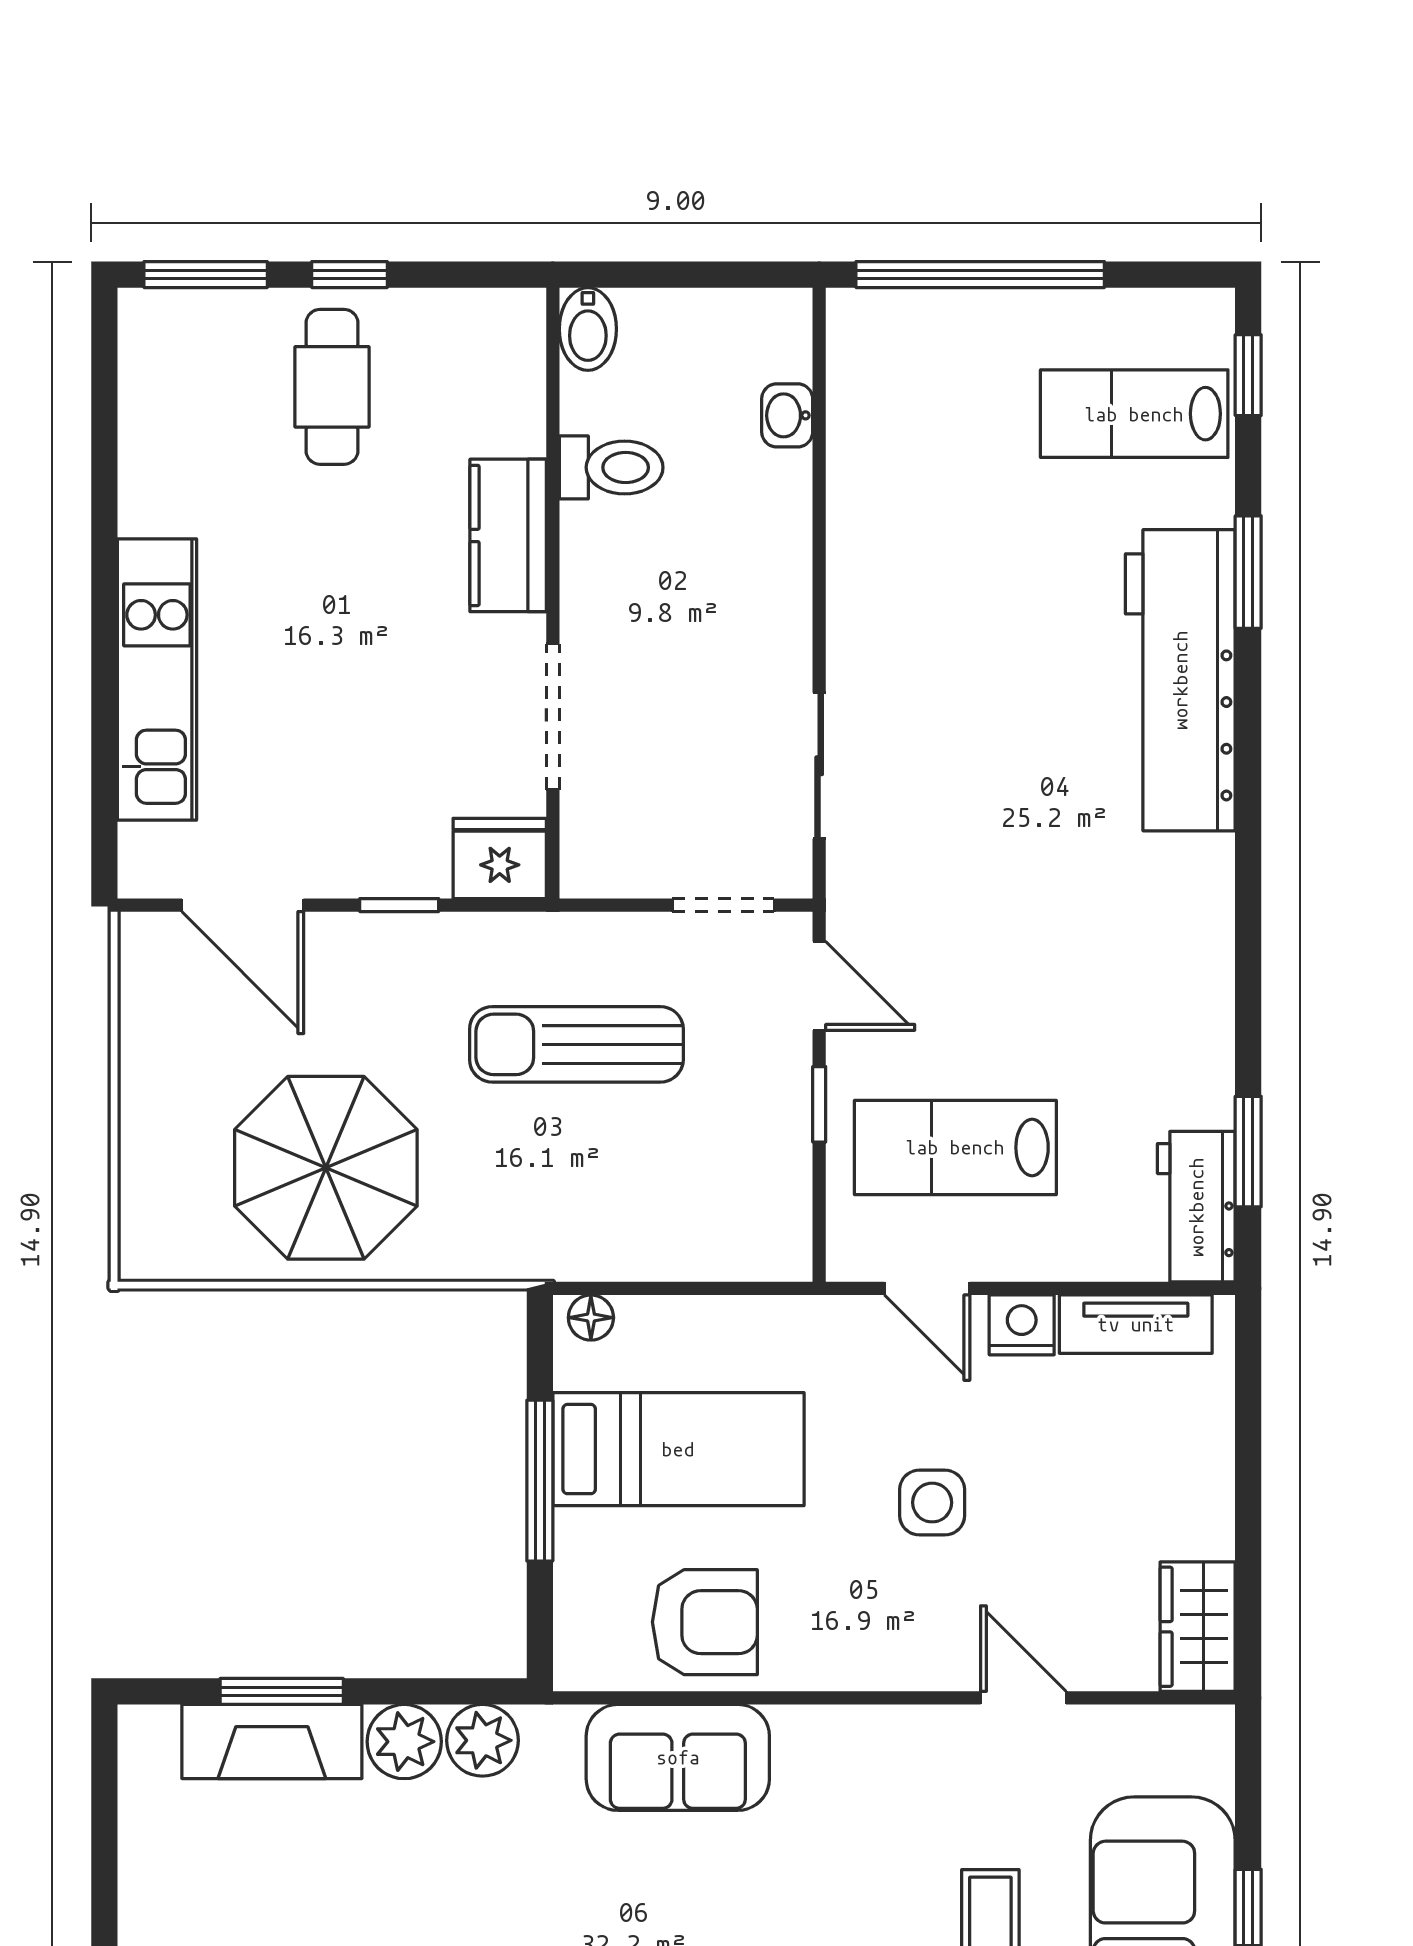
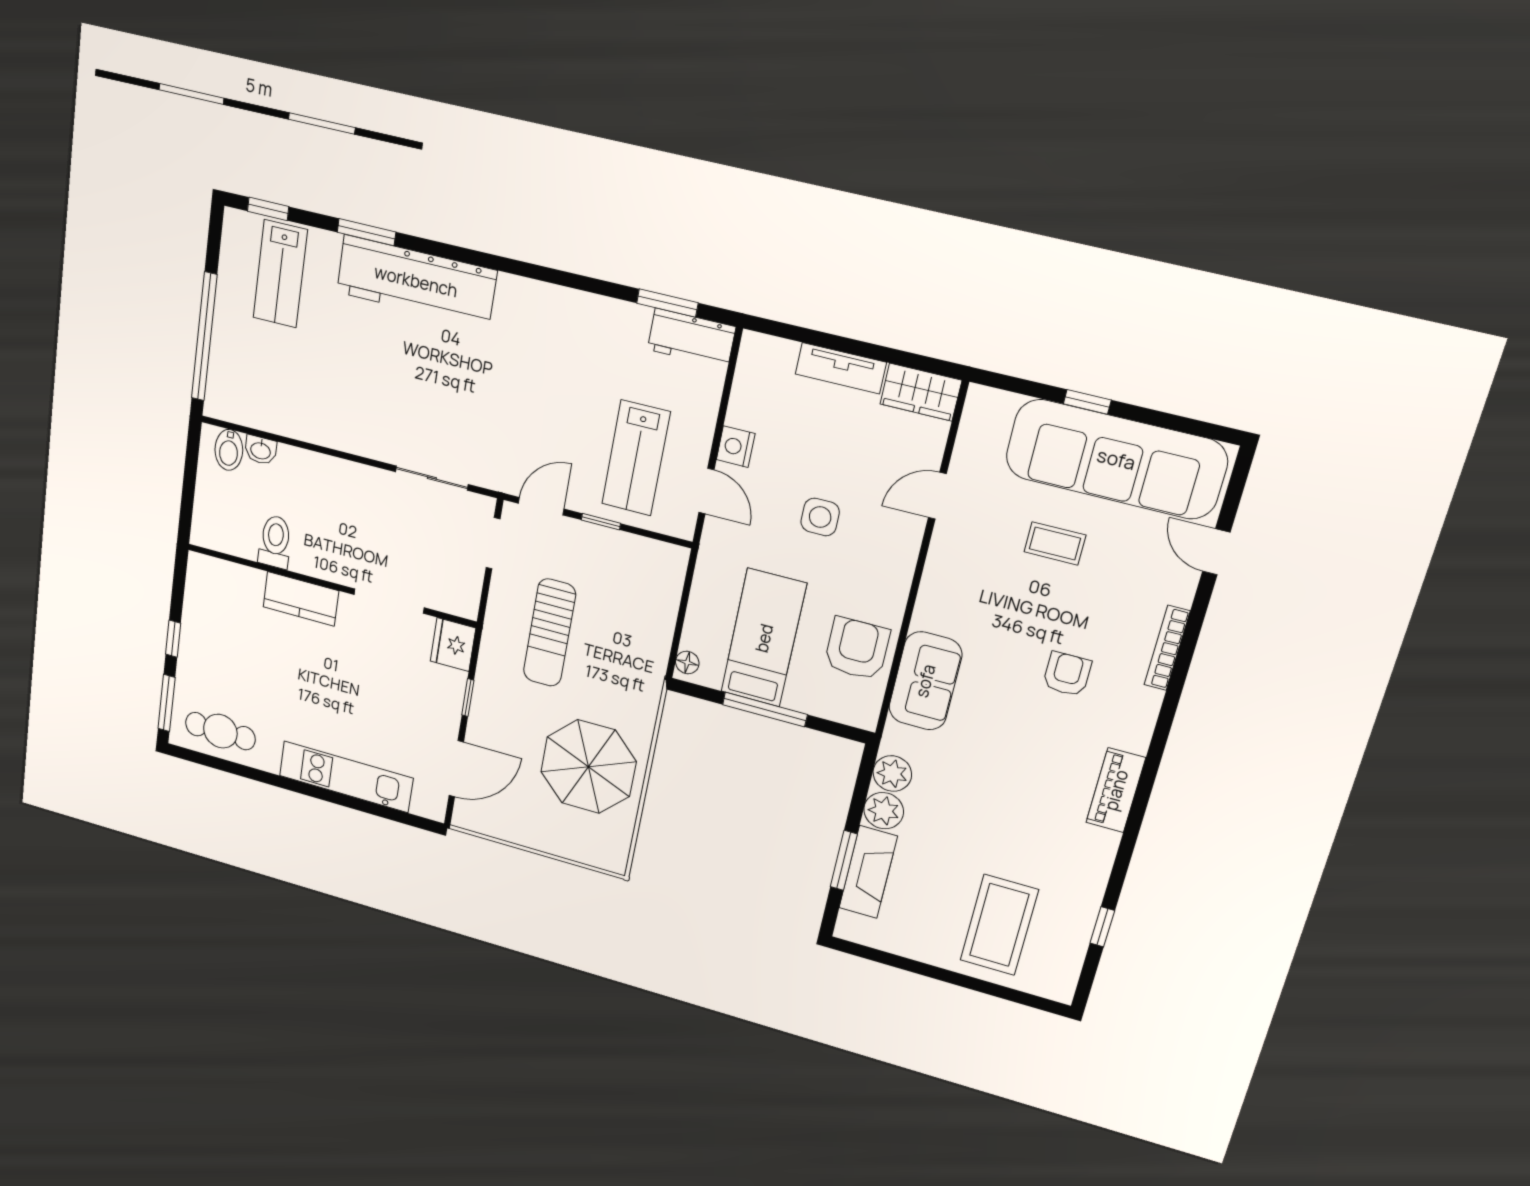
bidet: (588, 329) -> (229, 450), moved, turned 90
cafe table: (332, 387) -> (220, 731), moved
door: (927, 1288) -> (706, 491), hinge flipped
tv unit: (1136, 1324) -> (841, 368), moved, turned 90

